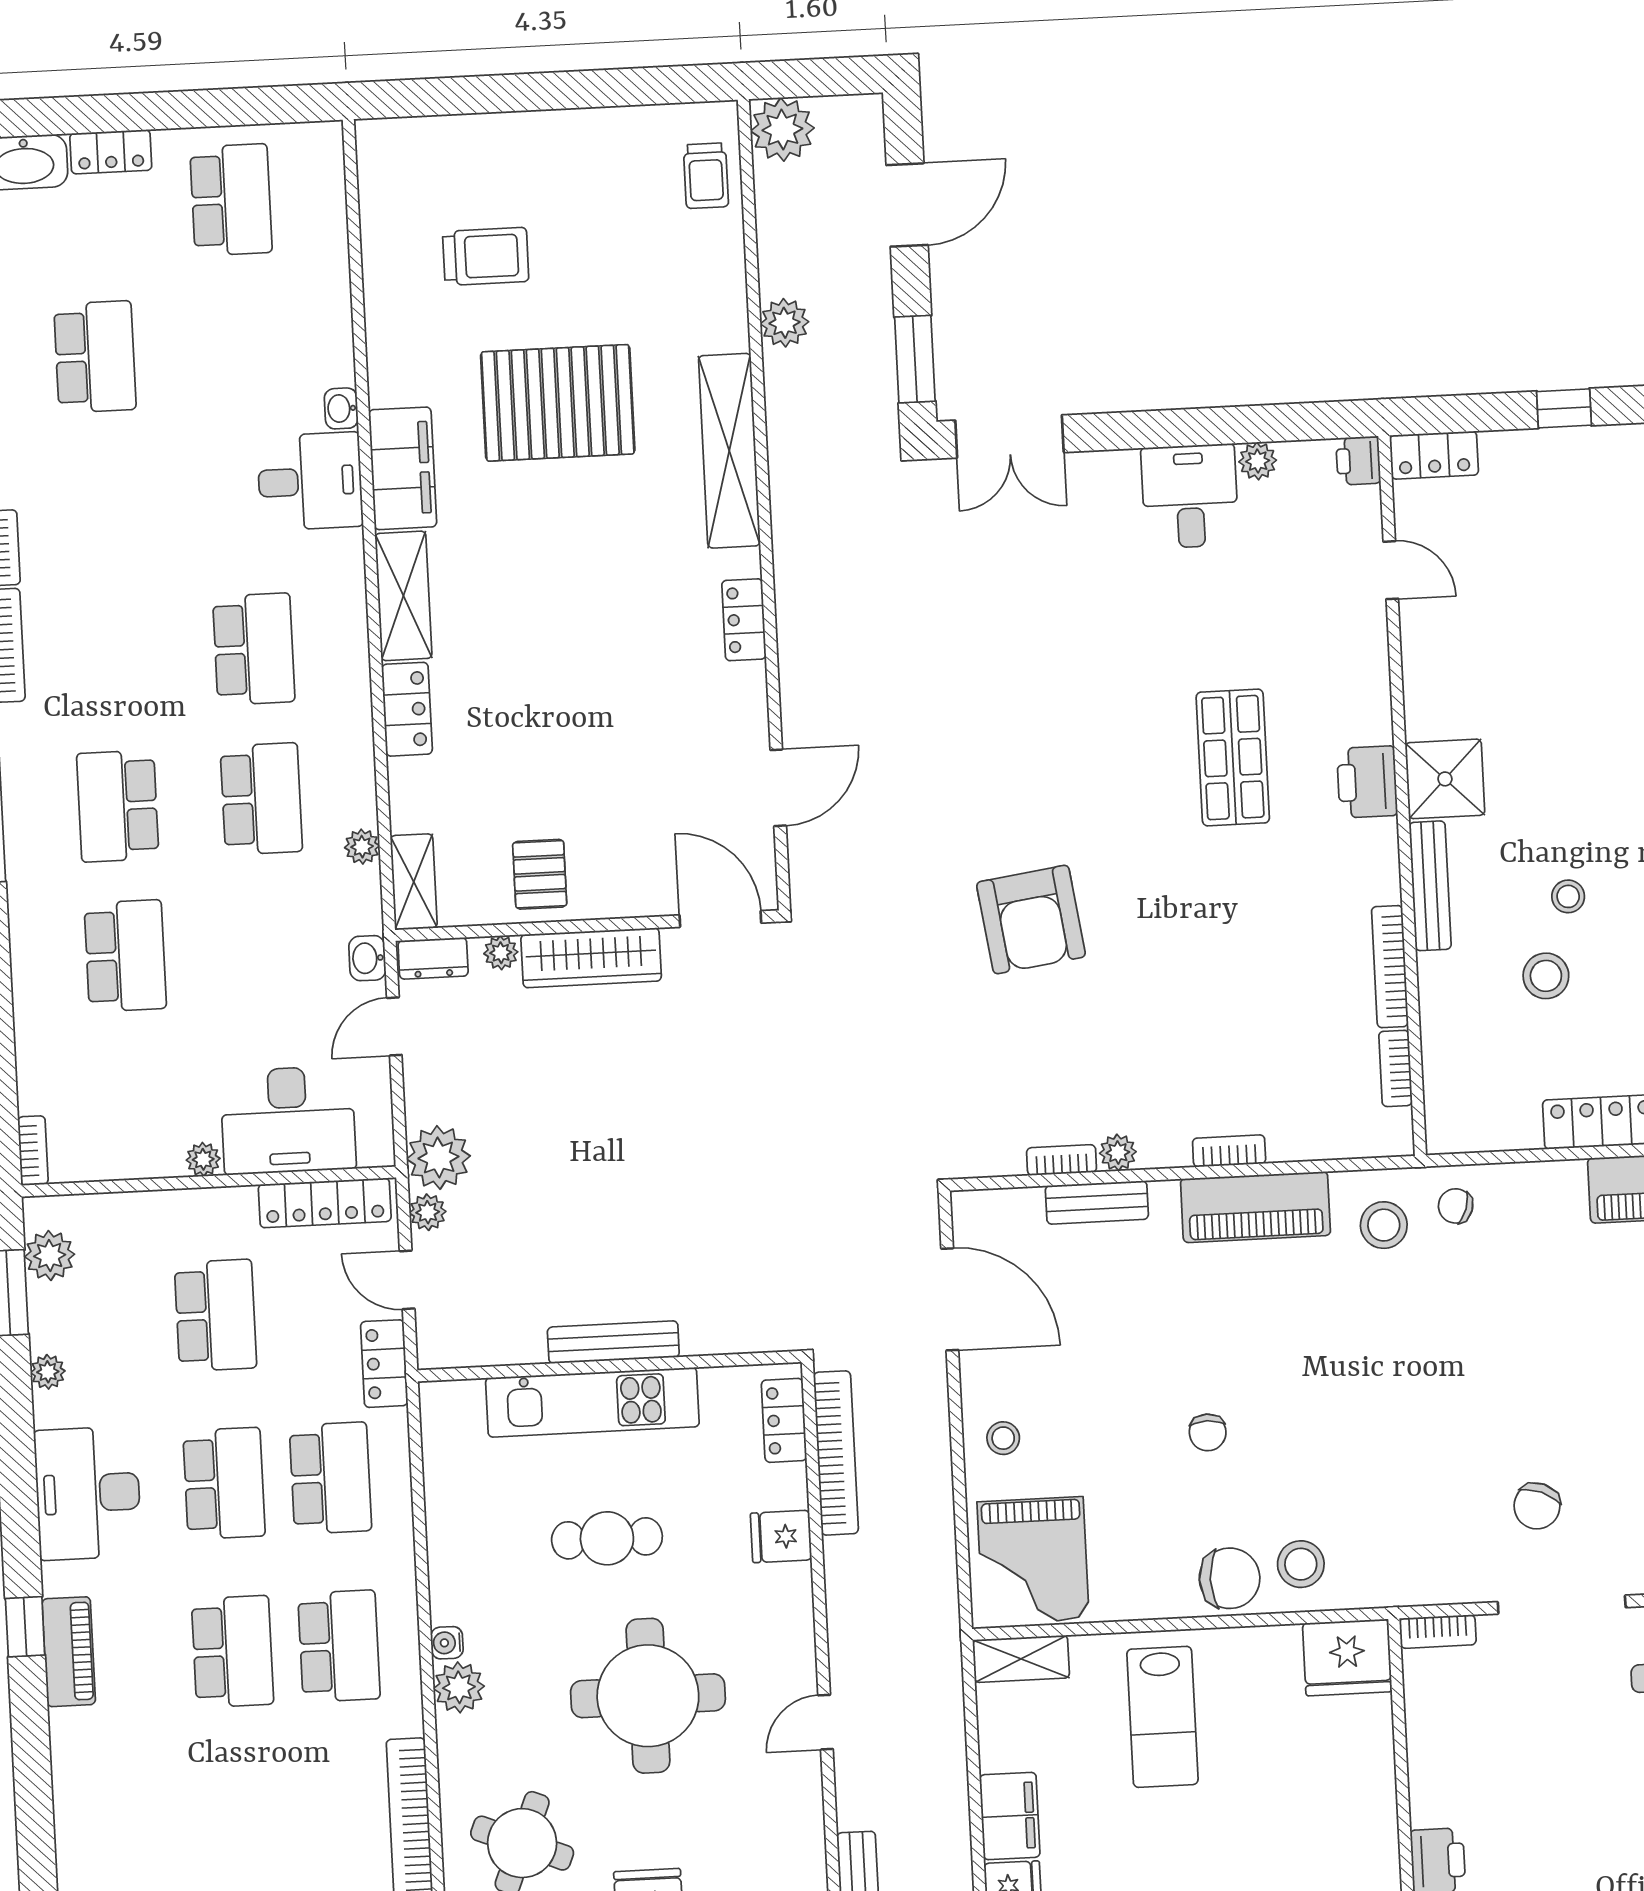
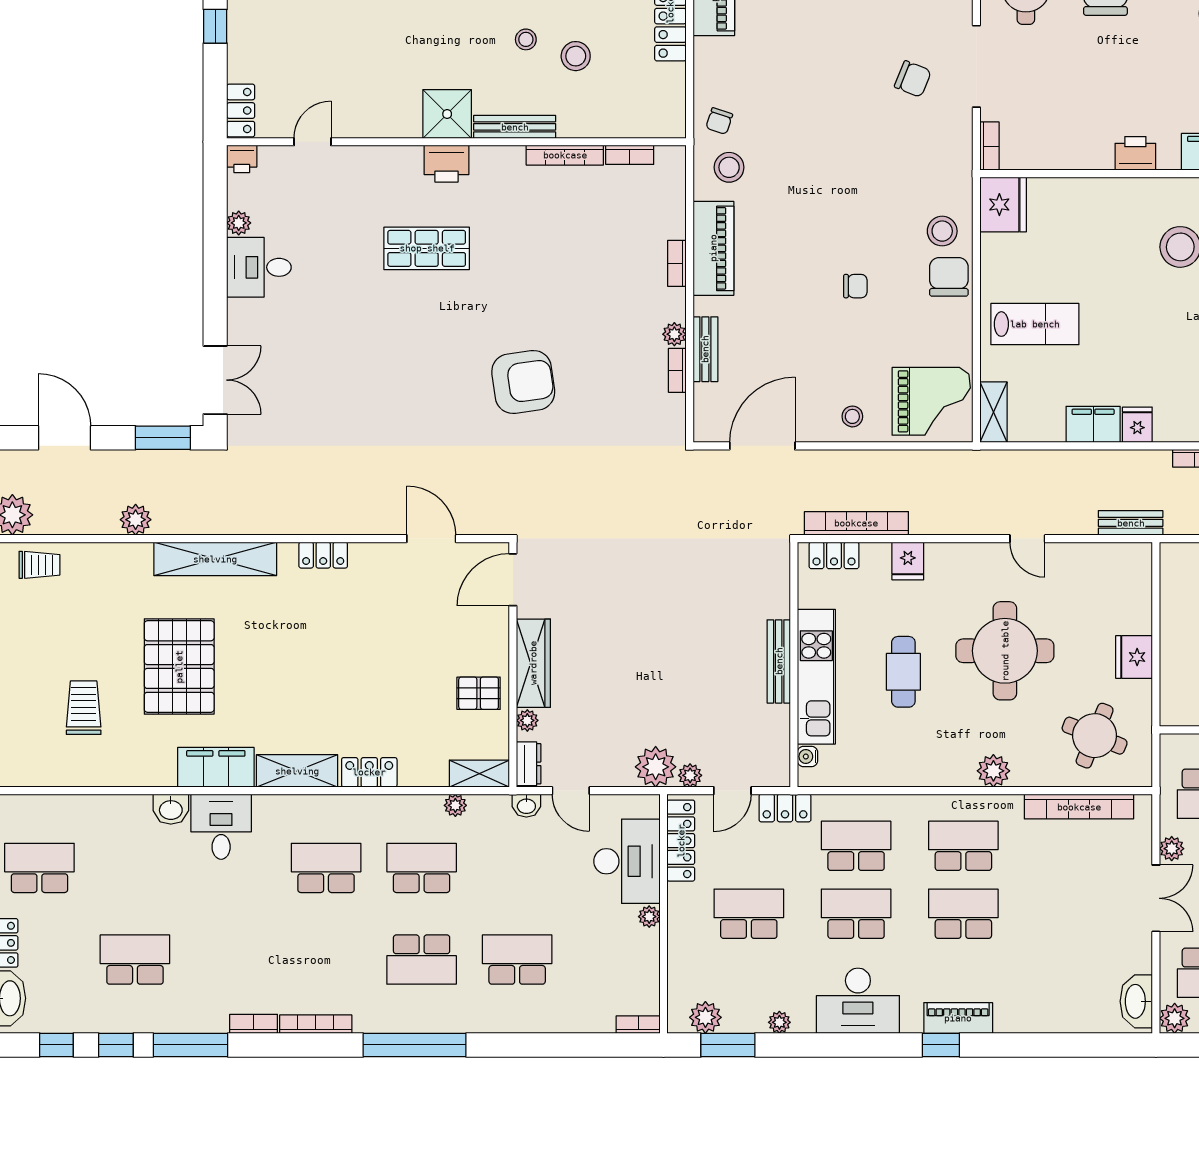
washbasin: (341, 408) -> (171, 809), width x1.38, depth x1.45
water cooler: (447, 1643) -> (807, 756), moved, turned 90

